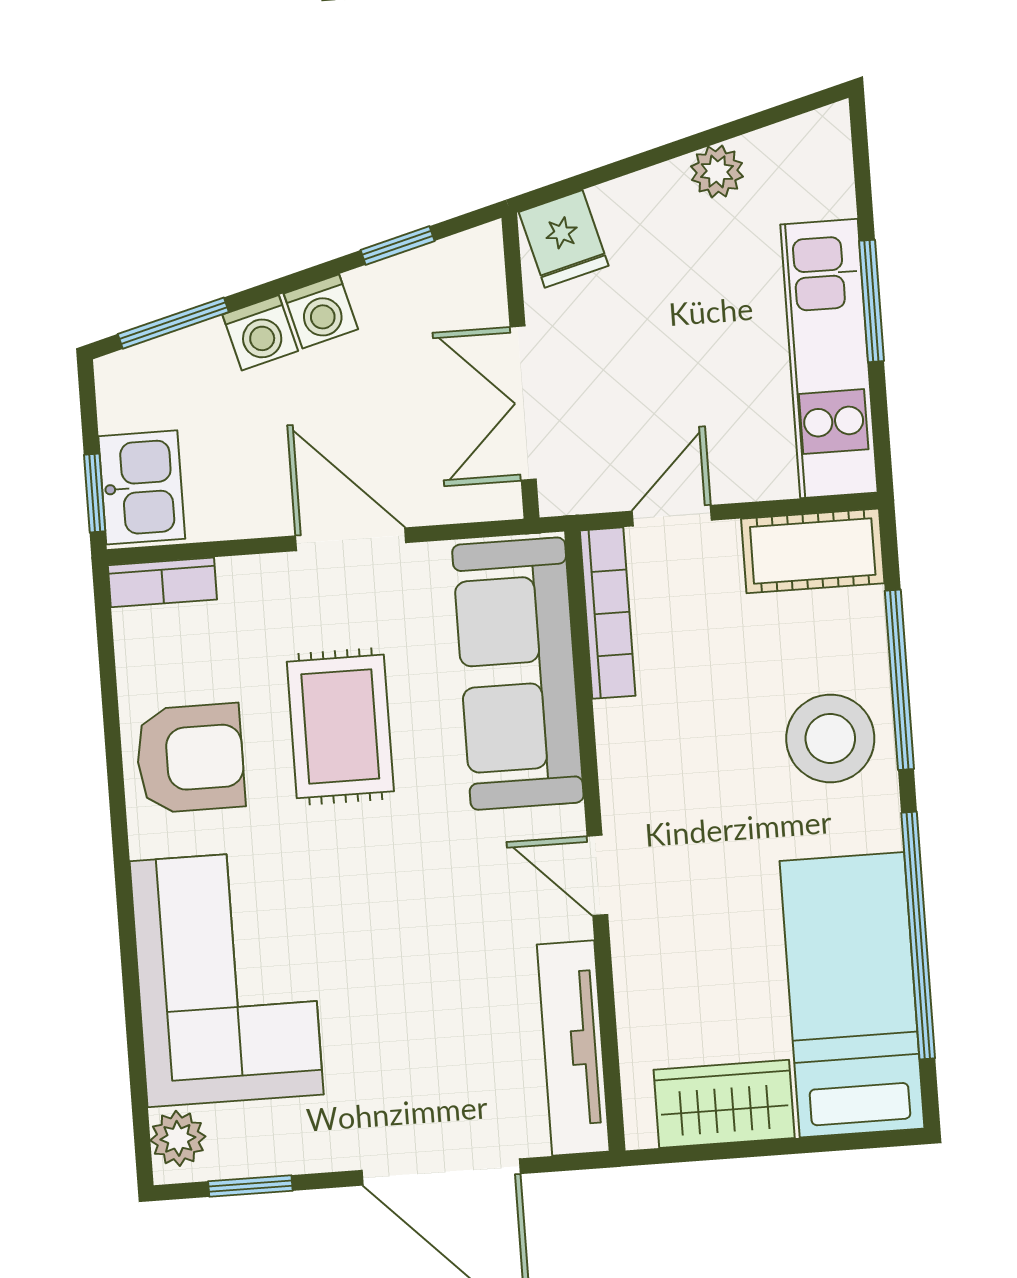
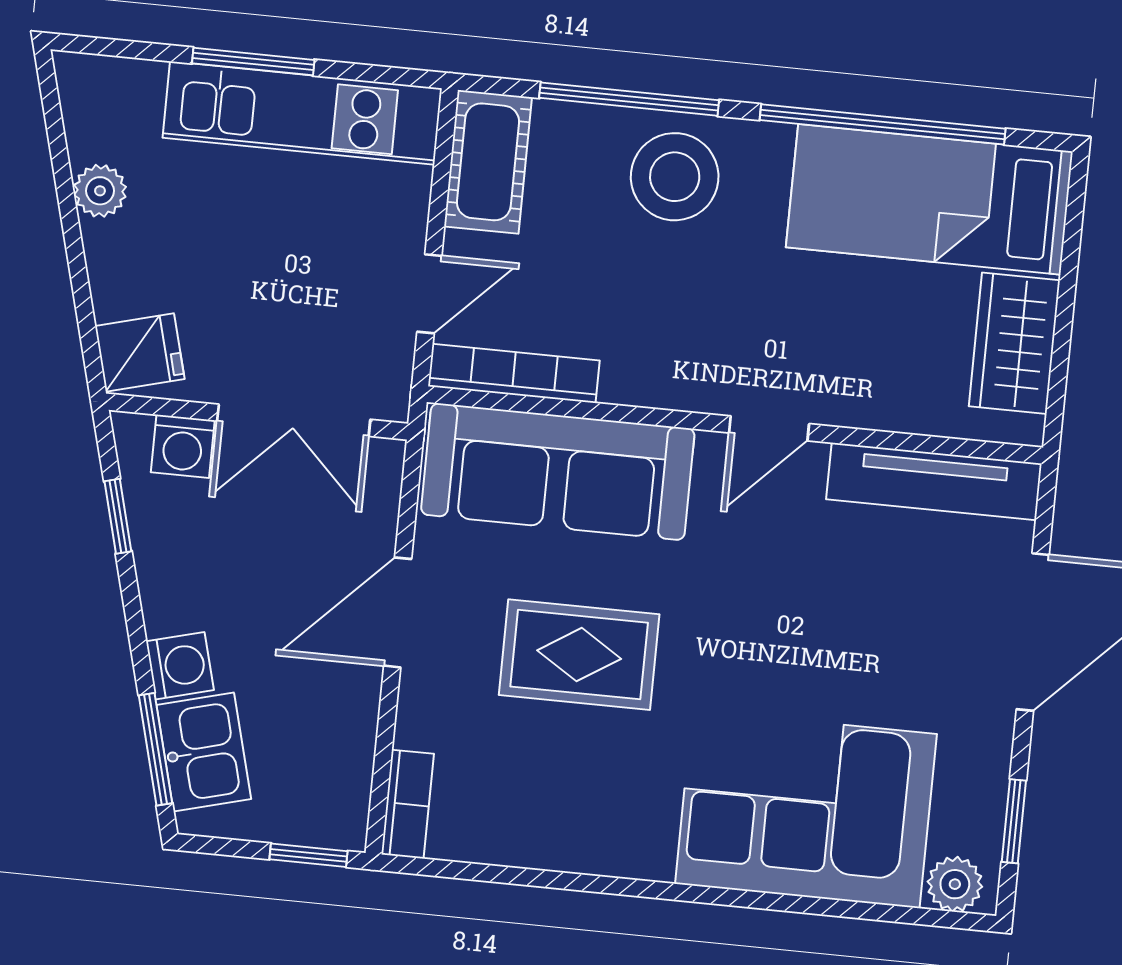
washing machine: (321, 311) -> (183, 446), moved, turned 105
kitchen sink: (142, 487) -> (204, 752), moved, turned 75
door: (672, 516) -> (429, 294), swing flipped
armchair: (190, 758) -> (585, 807), removed

